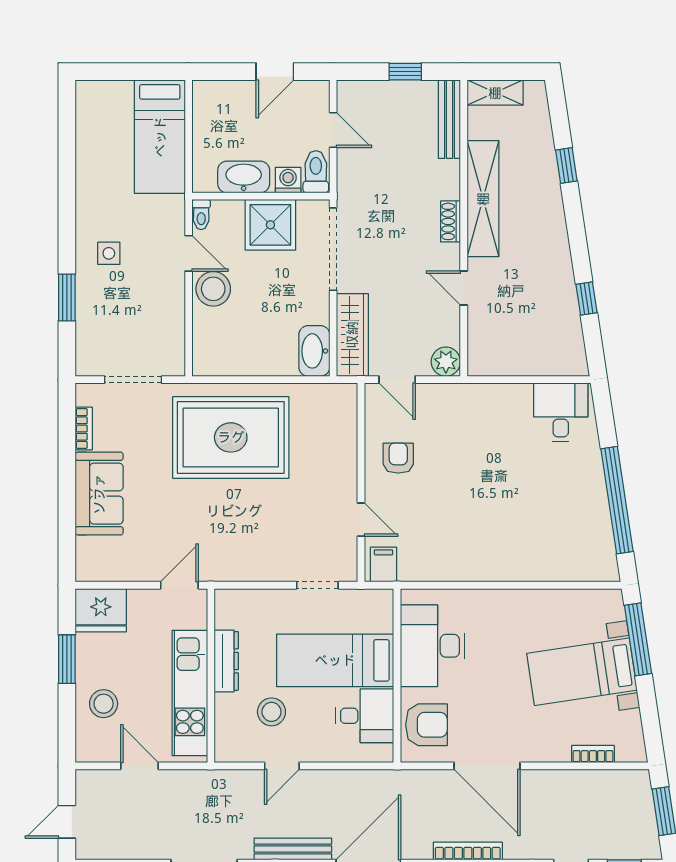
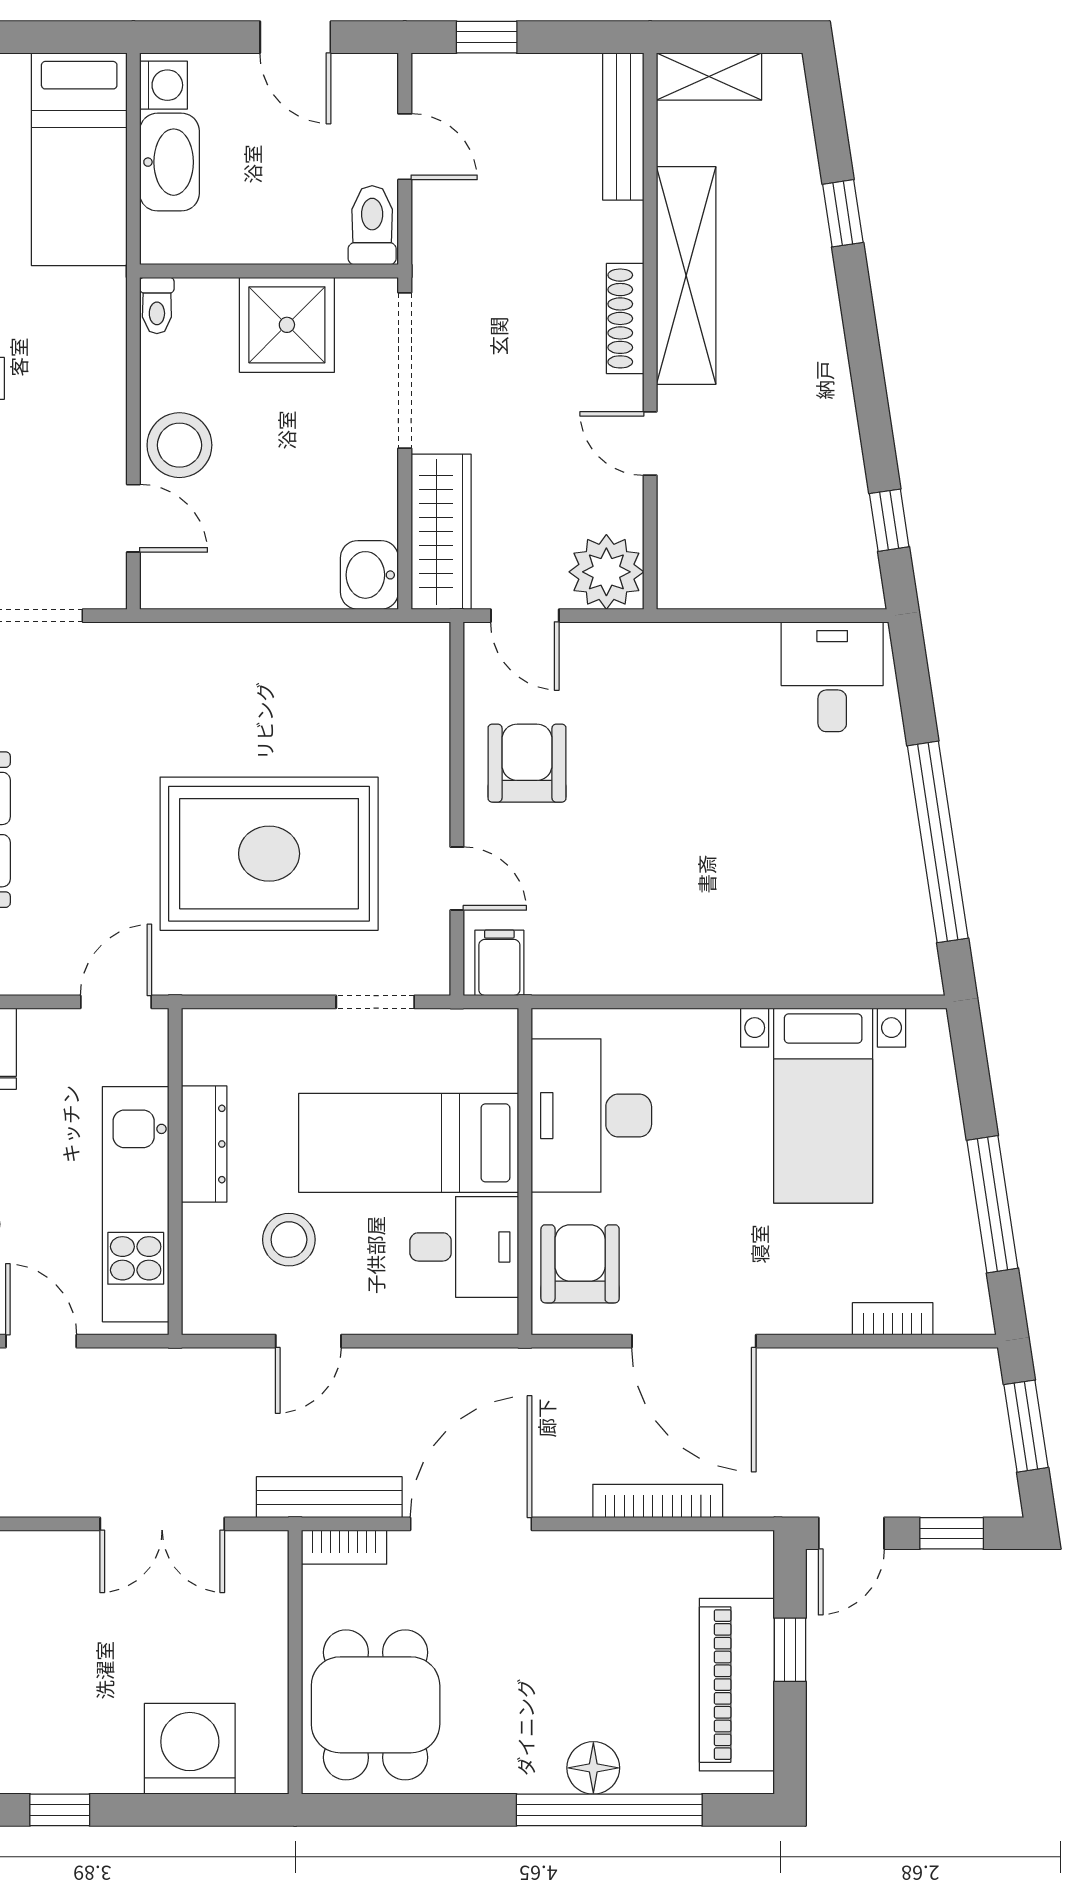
door: (275, 72) -> (295, 37), hinge flipped
window: (405, 72) -> (487, 37), moved
washbasin: (244, 177) -> (169, 162), moved, turned 90
washing machine: (288, 180) -> (163, 85), moved, turned 90
shoe rack: (450, 221) -> (625, 318), width x1.43
door: (189, 253) -> (133, 518), moved
window: (586, 298) -> (889, 520), moved
washbasin: (314, 351) -> (369, 575), width x0.72
plant: (446, 362) -> (606, 572), width x1.36, depth x1.36
rug: (231, 437) -> (269, 854), moved
armchair: (398, 458) -> (527, 763), width x1.38, depth x1.38
window: (638, 639) -> (992, 1204), moved
bed with nightstands: (582, 672) -> (823, 1106), moved, turned -81
armchair: (426, 725) -> (580, 1264), turned -90

